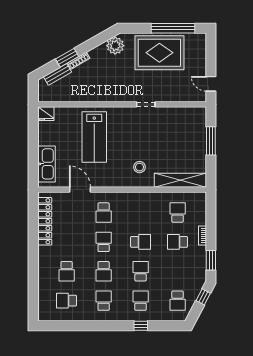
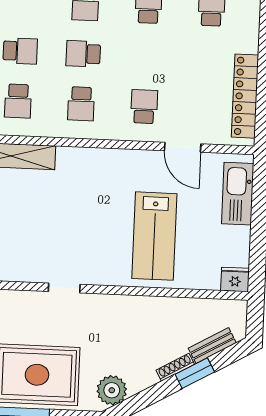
lab bench: (94, 137) -> (154, 236), turned 180
stool: (139, 167) -> (79, 181), removed
school desk: (104, 242) -> (81, 104), moved

